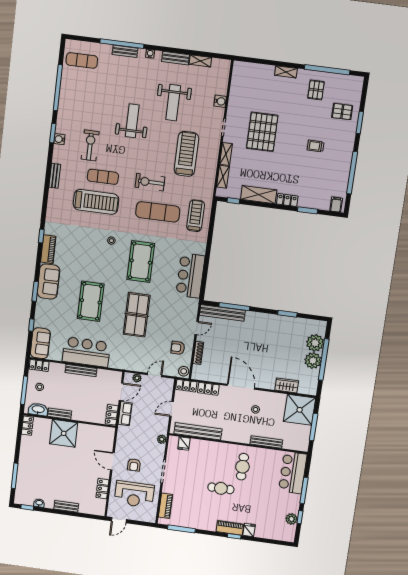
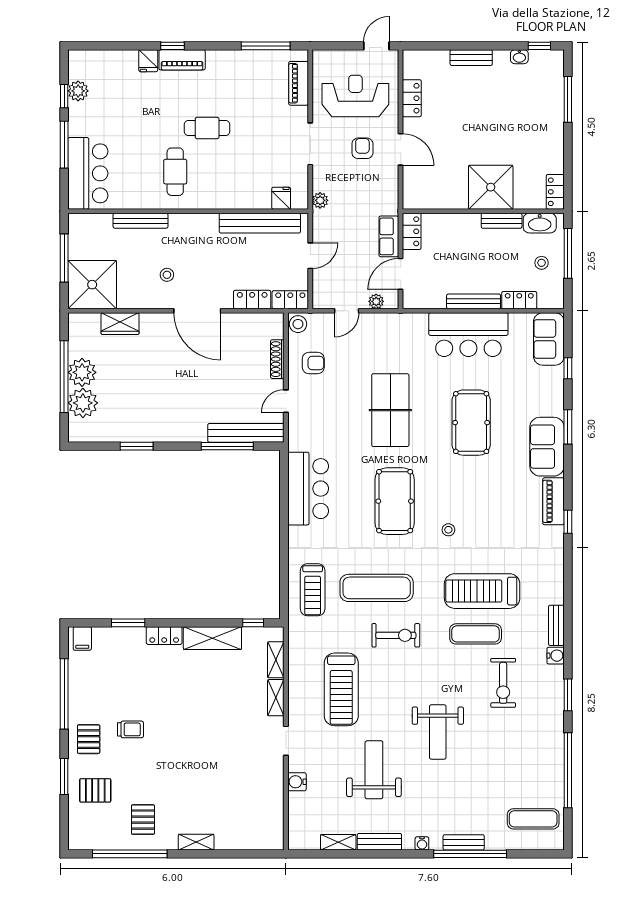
pallet: (262, 132) -> (89, 739), moved, width x0.49, depth x0.50
water cooler: (59, 139) -> (556, 656), moved
locker: (39, 365) -> (519, 300), moved

